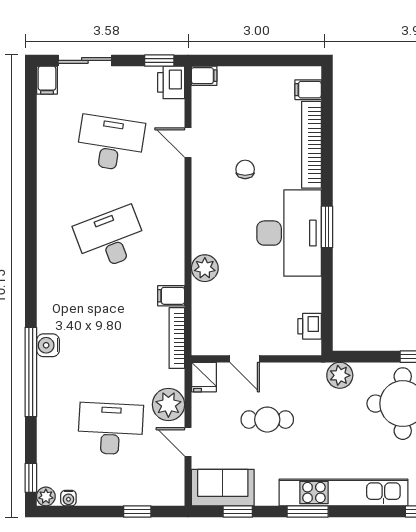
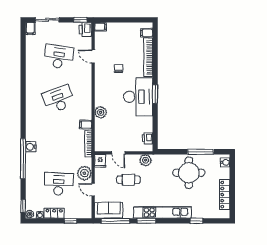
plant: (340, 375) -> (146, 160), moved
locker: (100, 494) -> (54, 213), added
window: (238, 512) -> (115, 221), width x2.17

